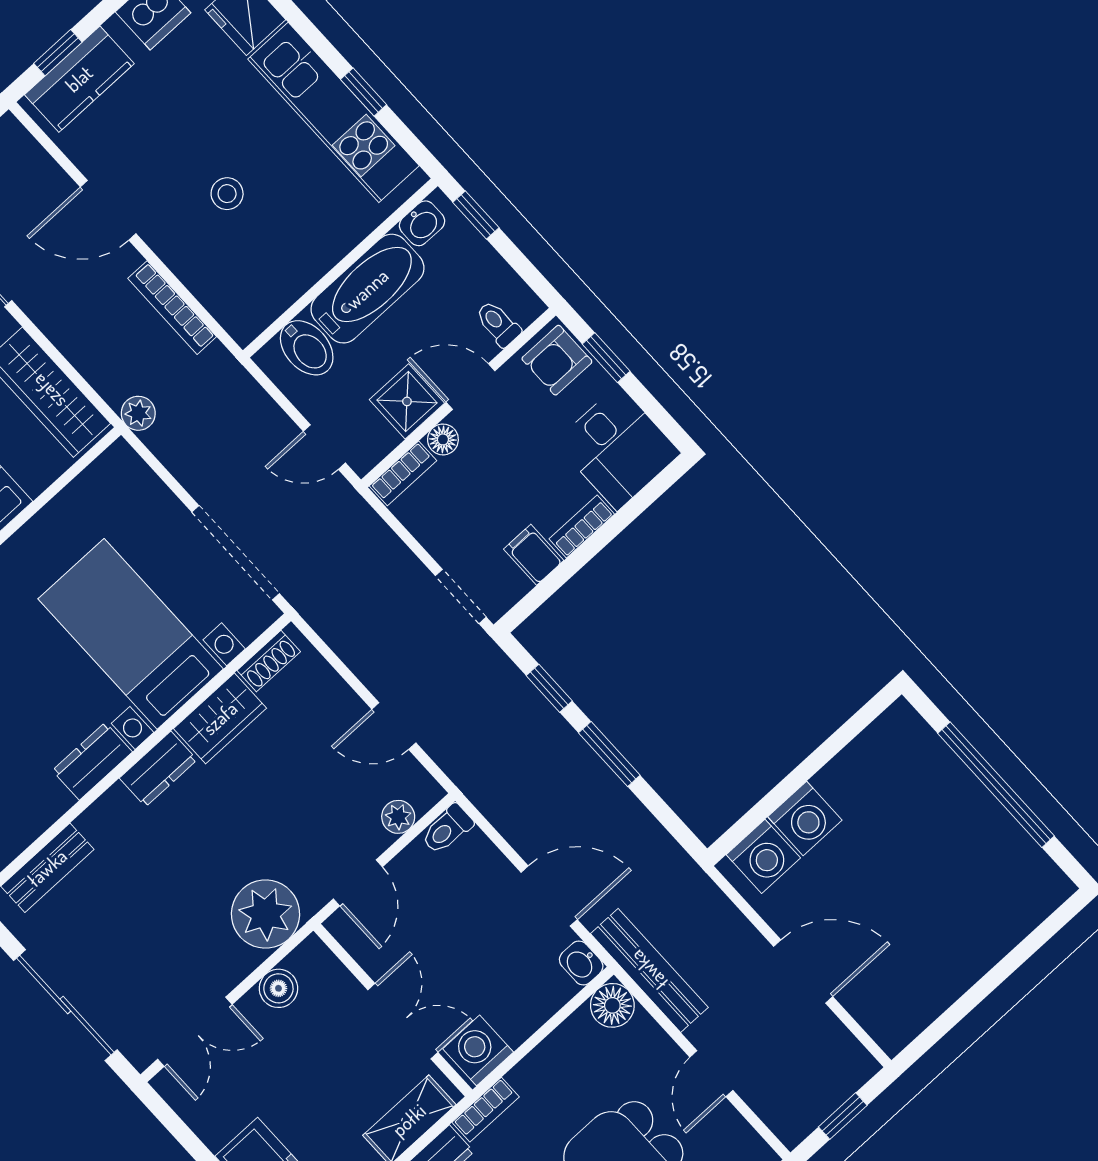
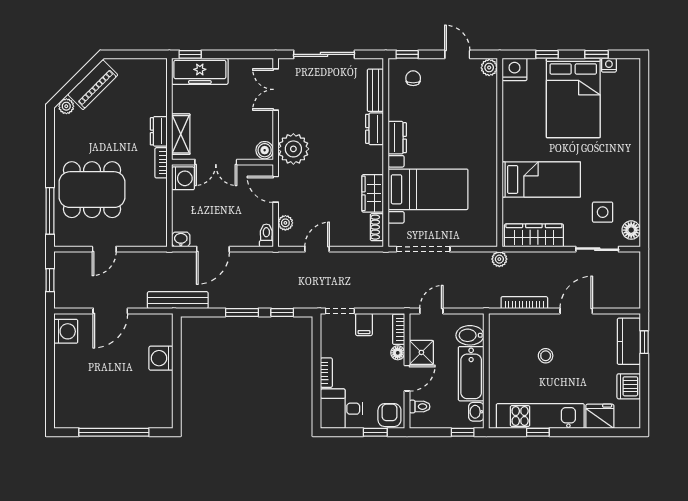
filing cabinet: (534, 555) -> (364, 324), moved, turned 90
dresser: (158, 769) -> (375, 129), moved
washing machine: (763, 856) -> (66, 331), moved, turned 180
bench: (649, 970) -> (178, 300), moved
boiler: (278, 988) -> (265, 150), moved
floor lamp: (612, 1005) -> (157, 237), removed
door: (711, 1074) -> (104, 249), swing flipped

